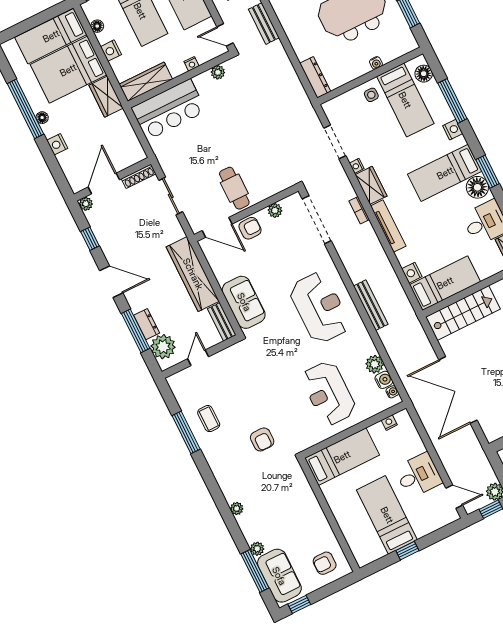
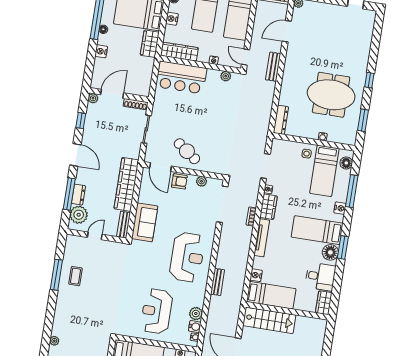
cafe table: (234, 188) -> (187, 151), turned -54
bench: (371, 305) -> (218, 282), width x0.73
armchair: (262, 439) -> (98, 311), removed

